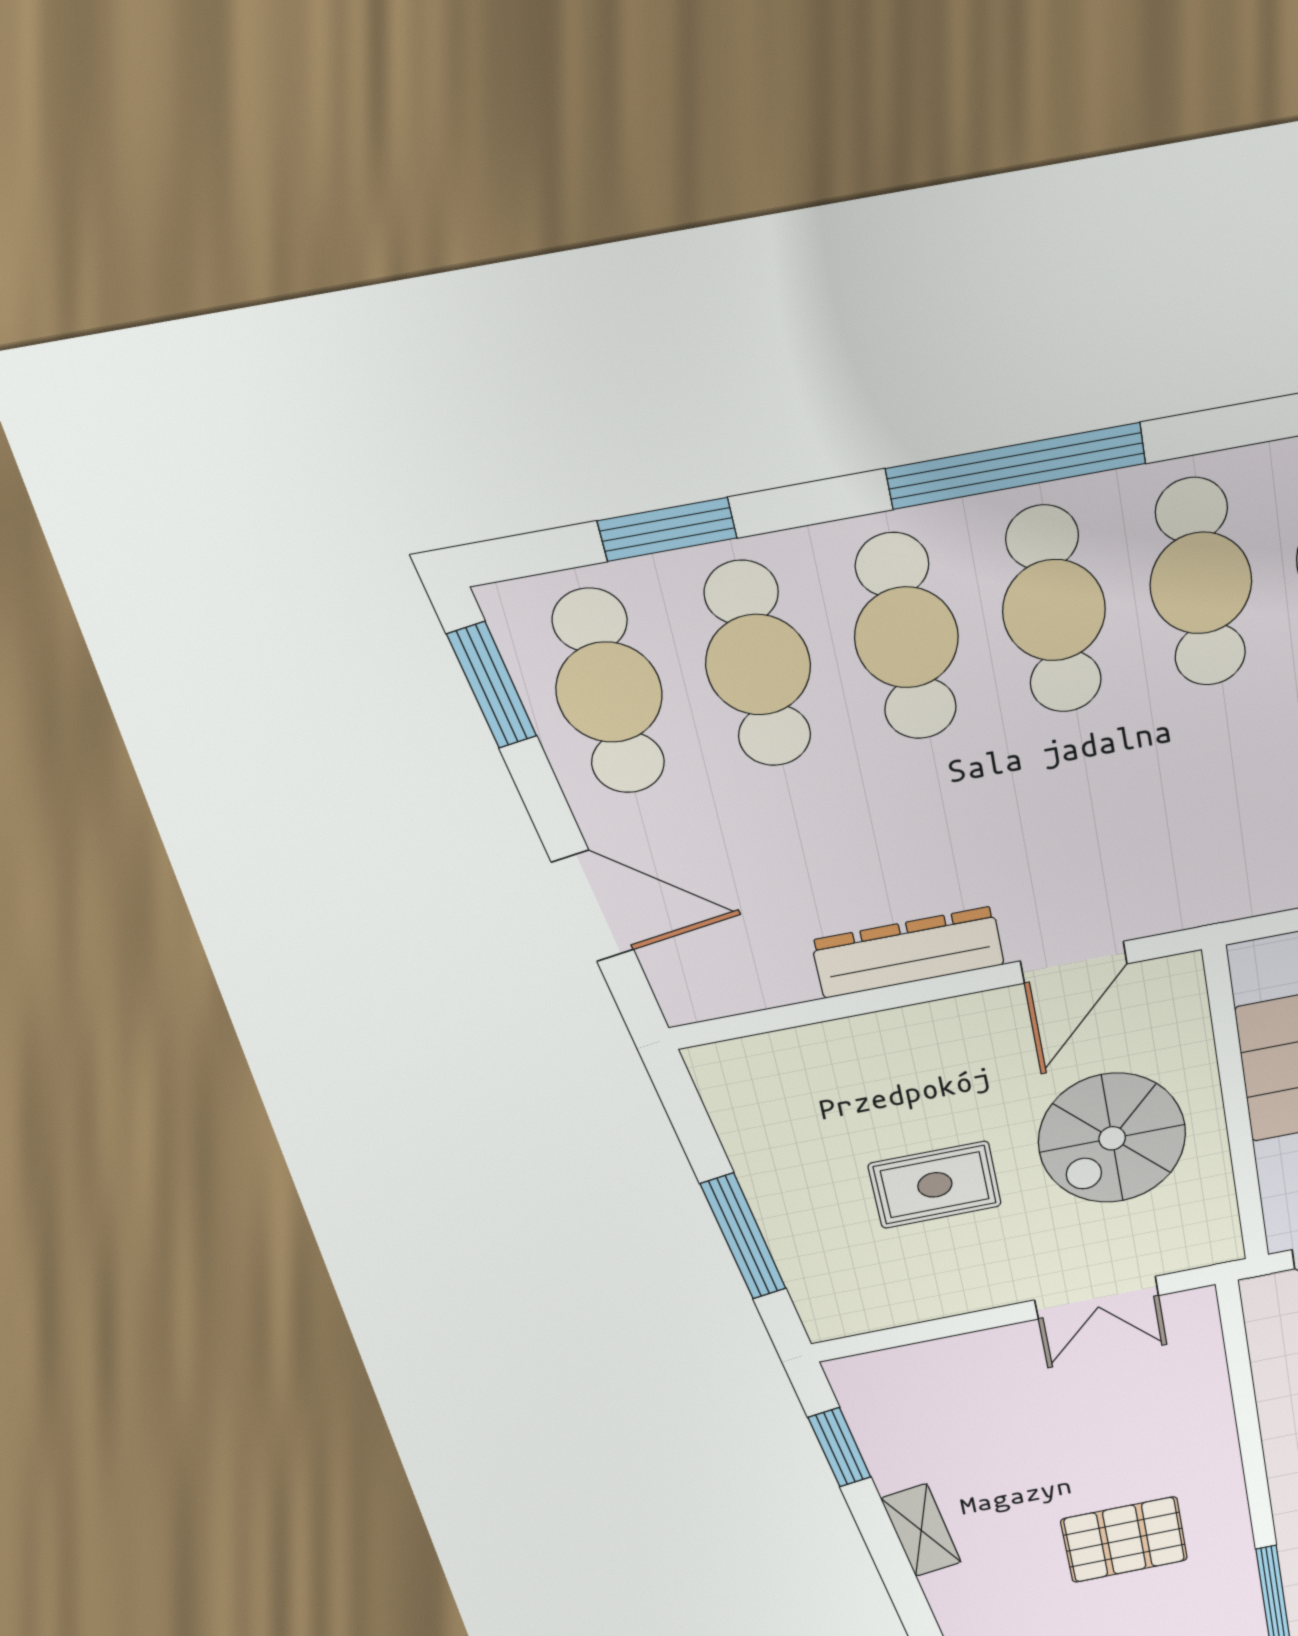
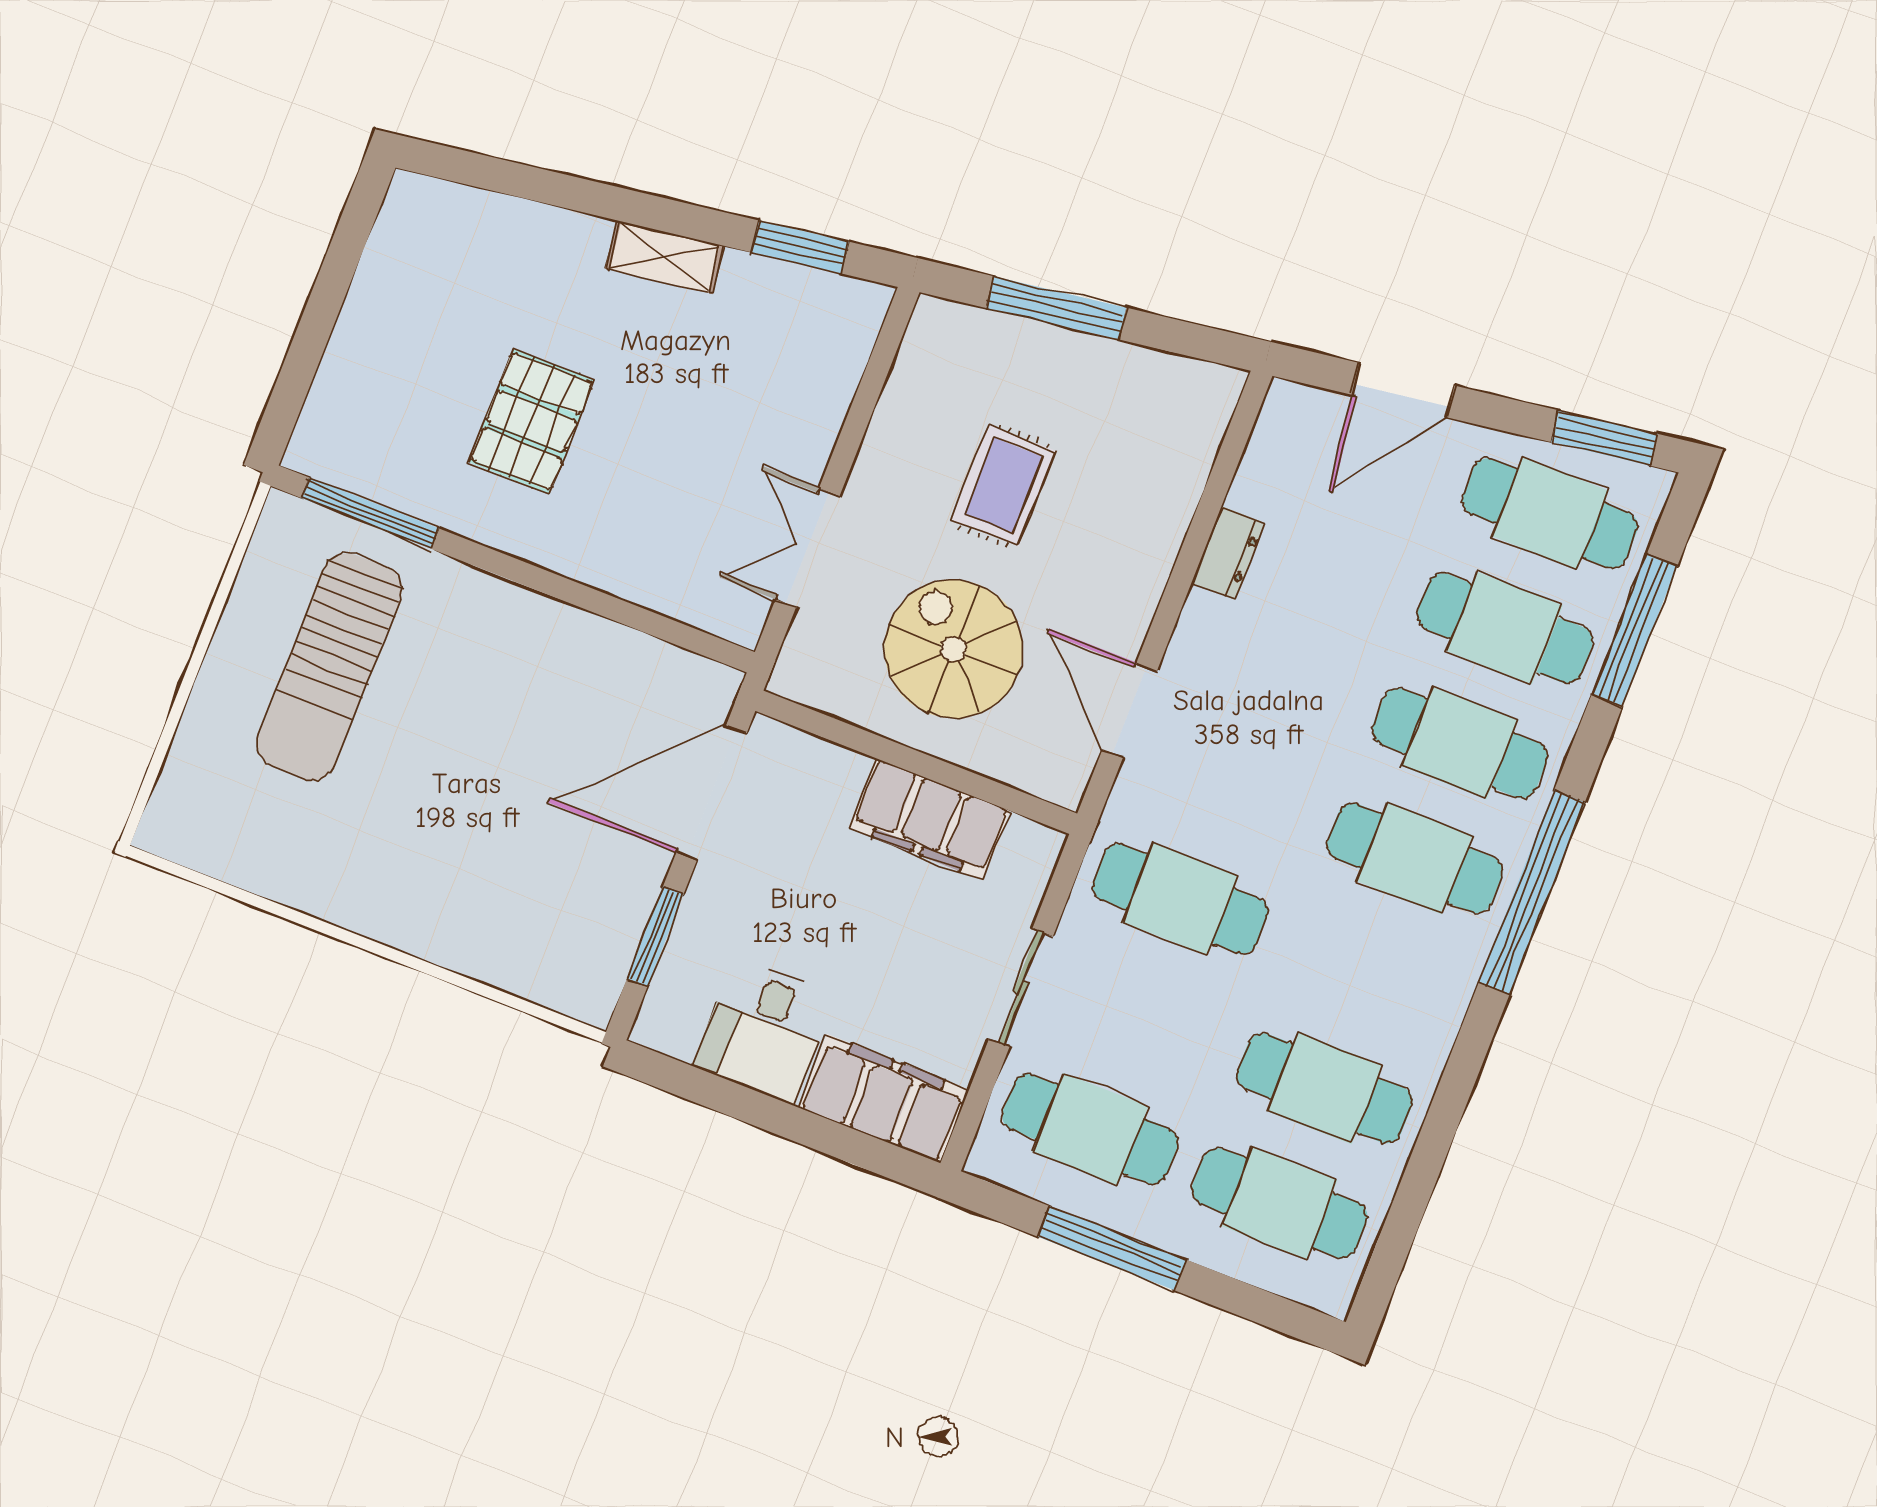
window: (667, 529) -> (1635, 630), width x1.44
cafe table: (1201, 583) -> (1180, 899), moved
dresser: (908, 952) -> (1228, 553), width x0.51, depth x0.80

